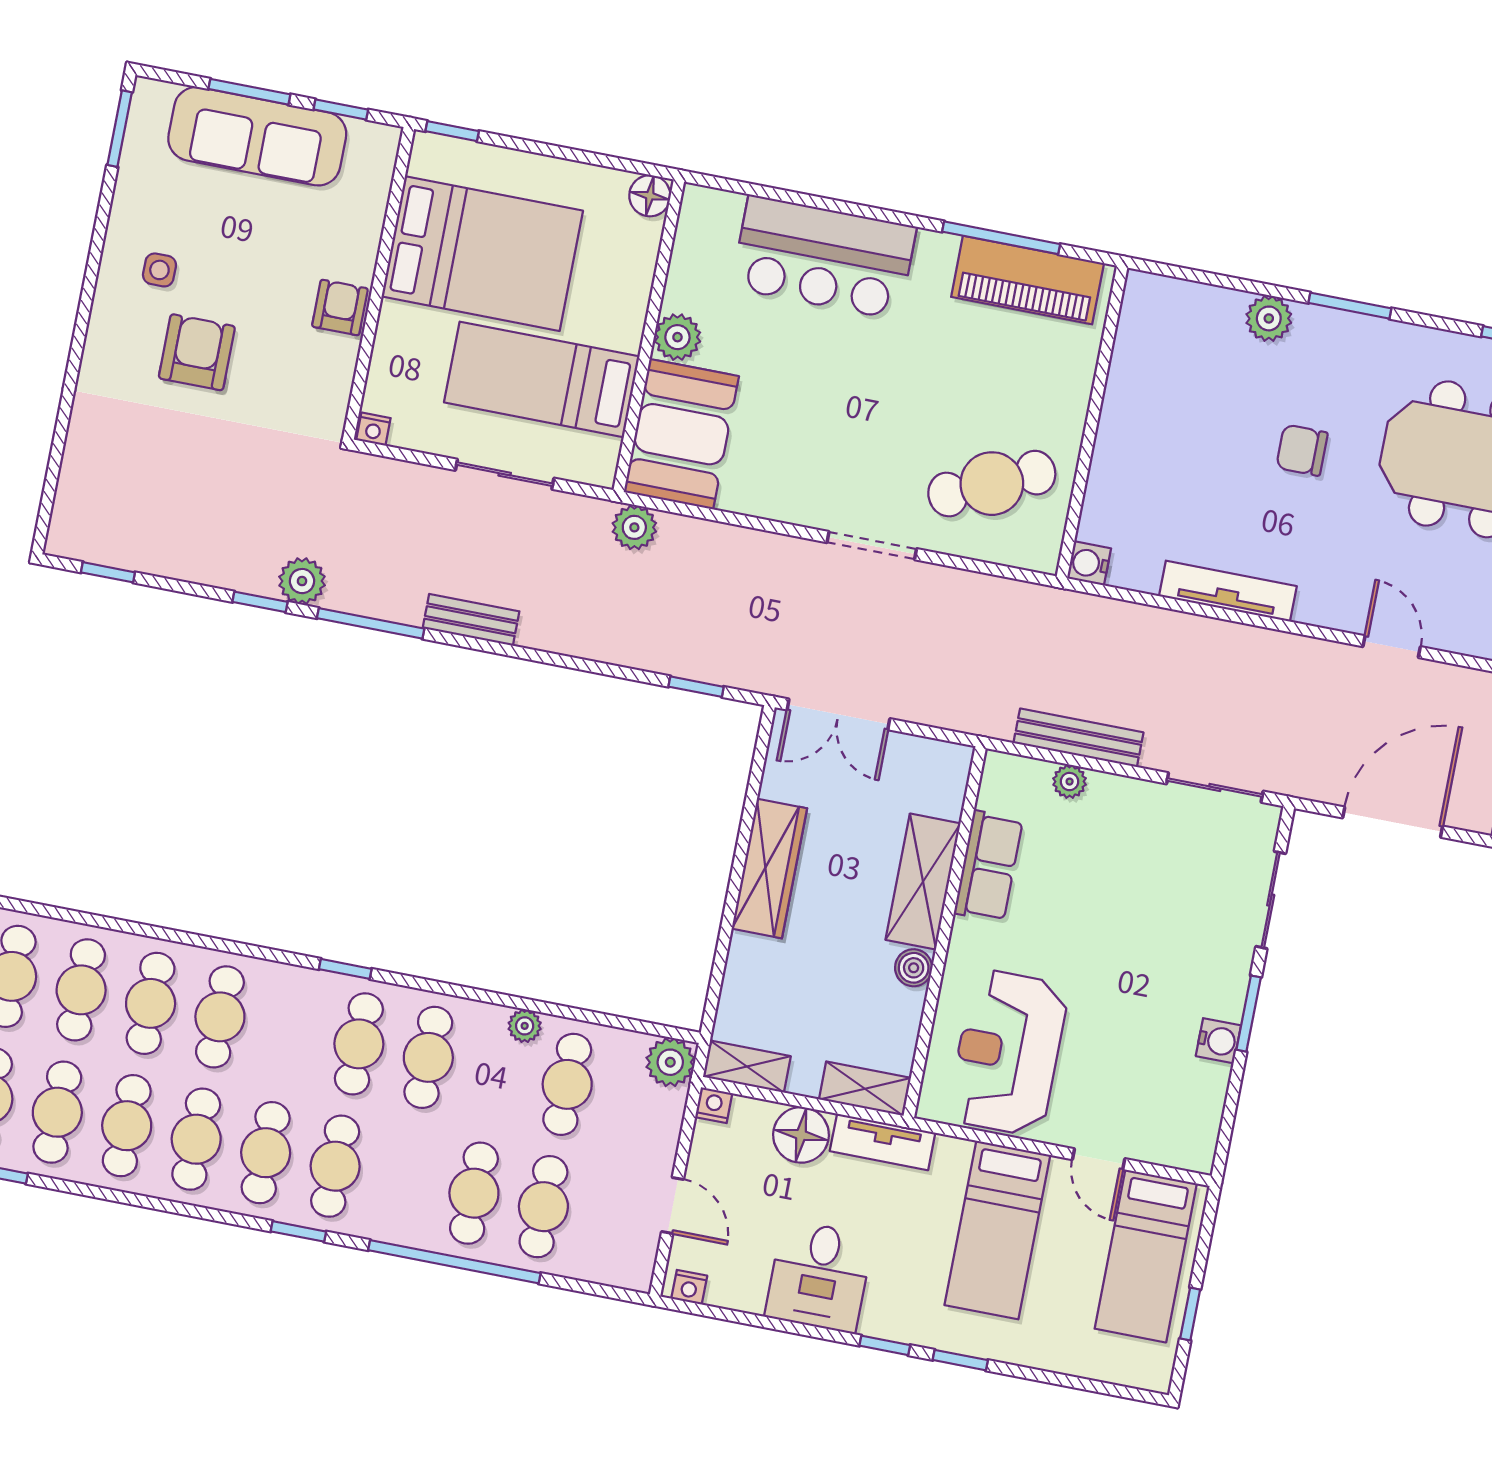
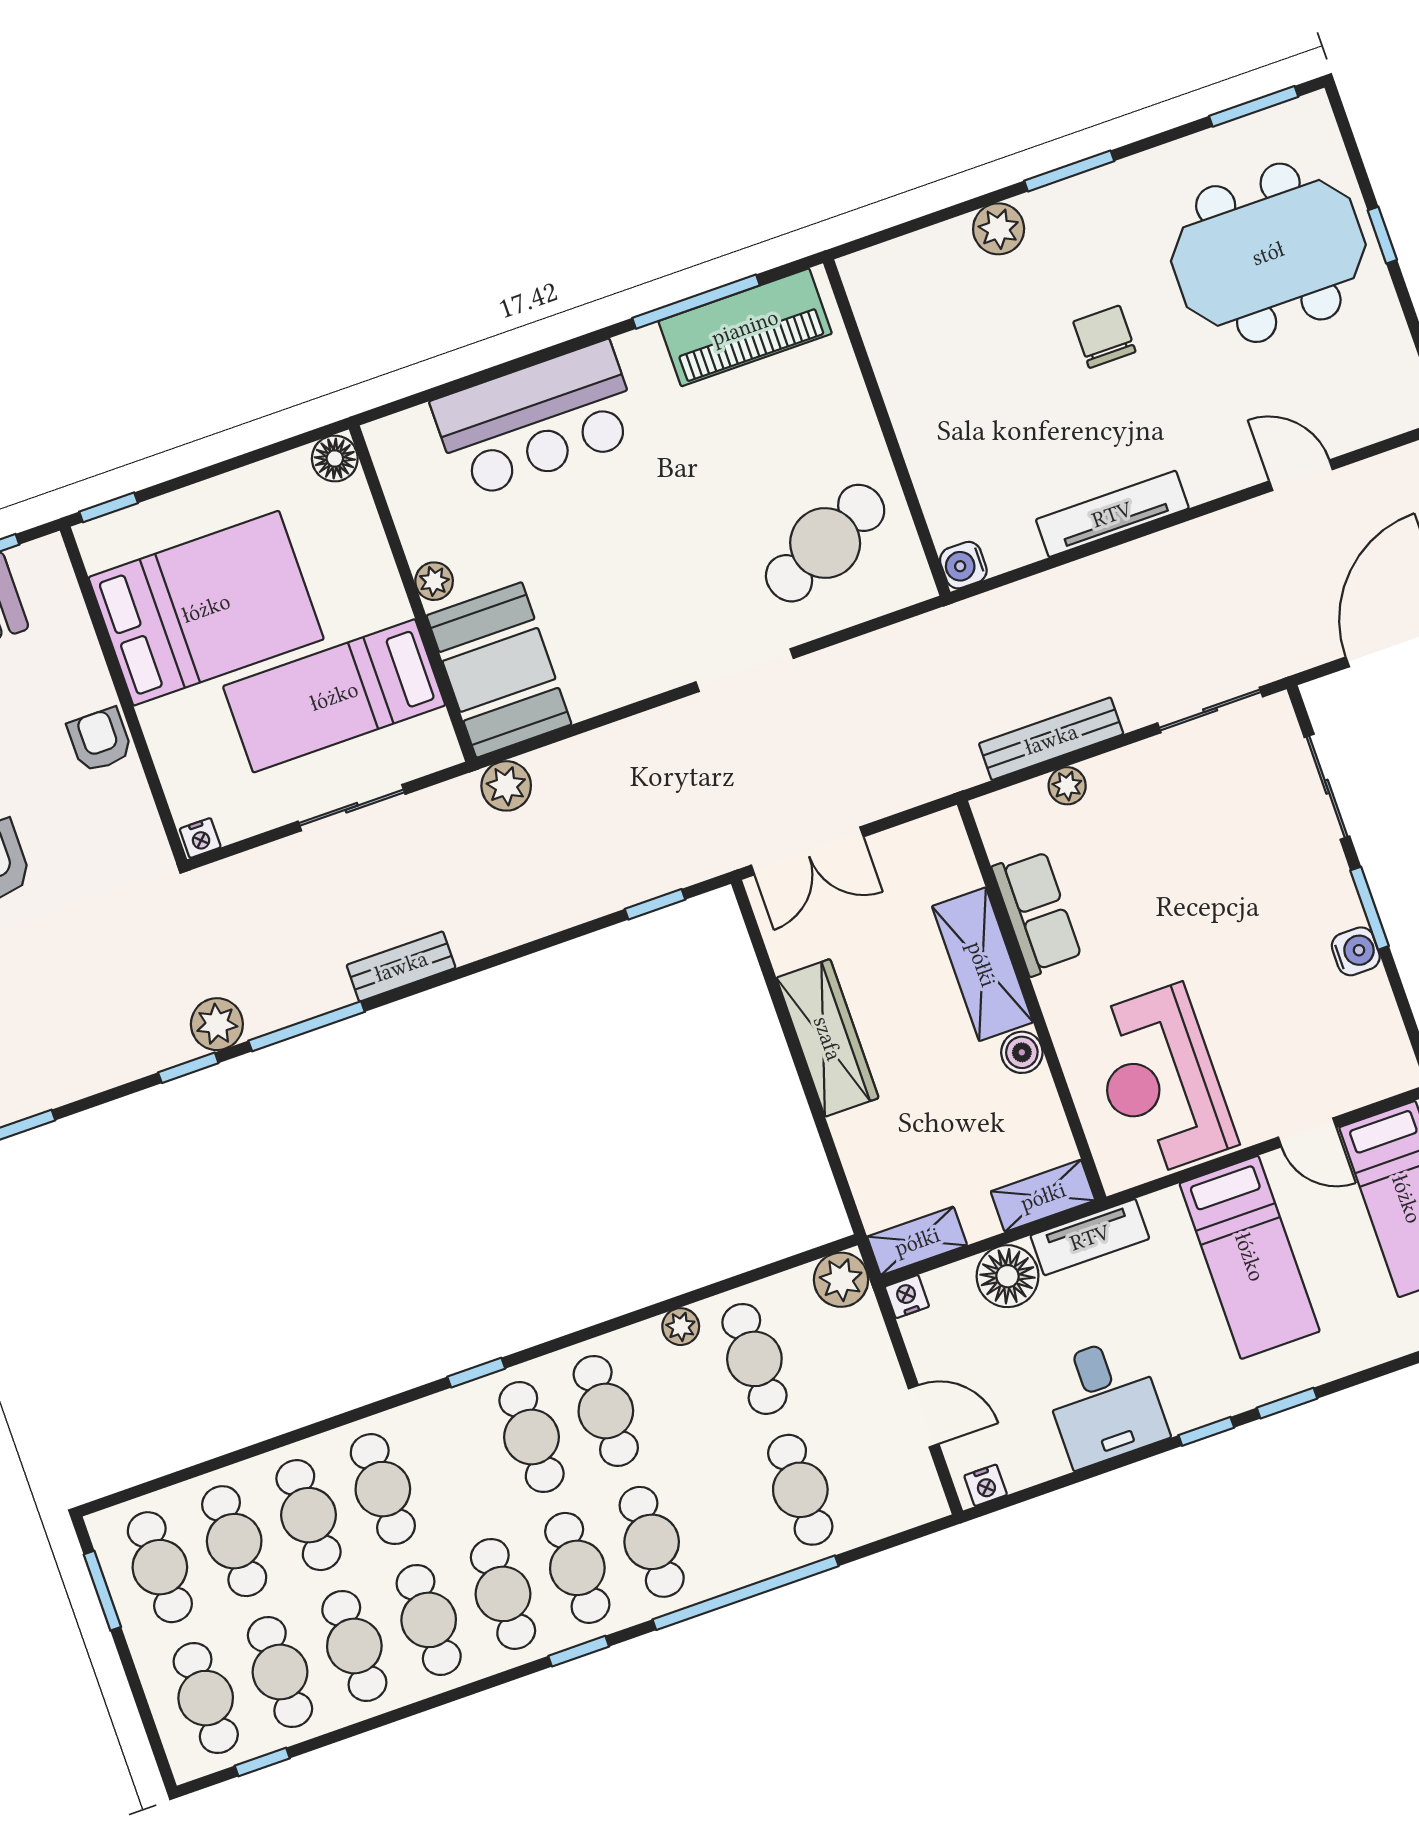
plant: (677, 337) -> (434, 581), width x0.73, depth x0.73
chair: (1302, 450) -> (1104, 337), turned 90
cafe table: (474, 1193) -> (652, 1542), moved

